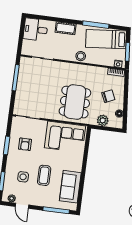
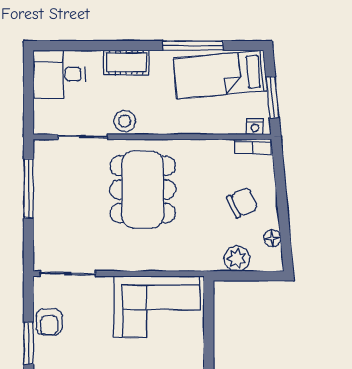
stool: (81, 56) -> (125, 121), moved
dining table: (75, 102) -> (143, 190), moved
armchair: (25, 144) -> (49, 322), moved

